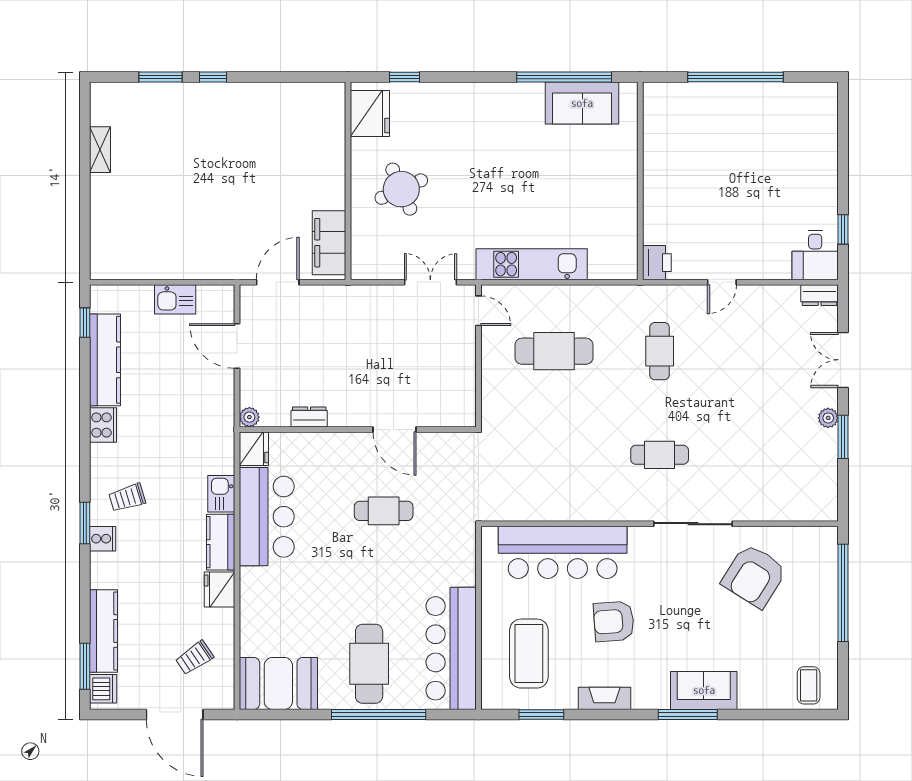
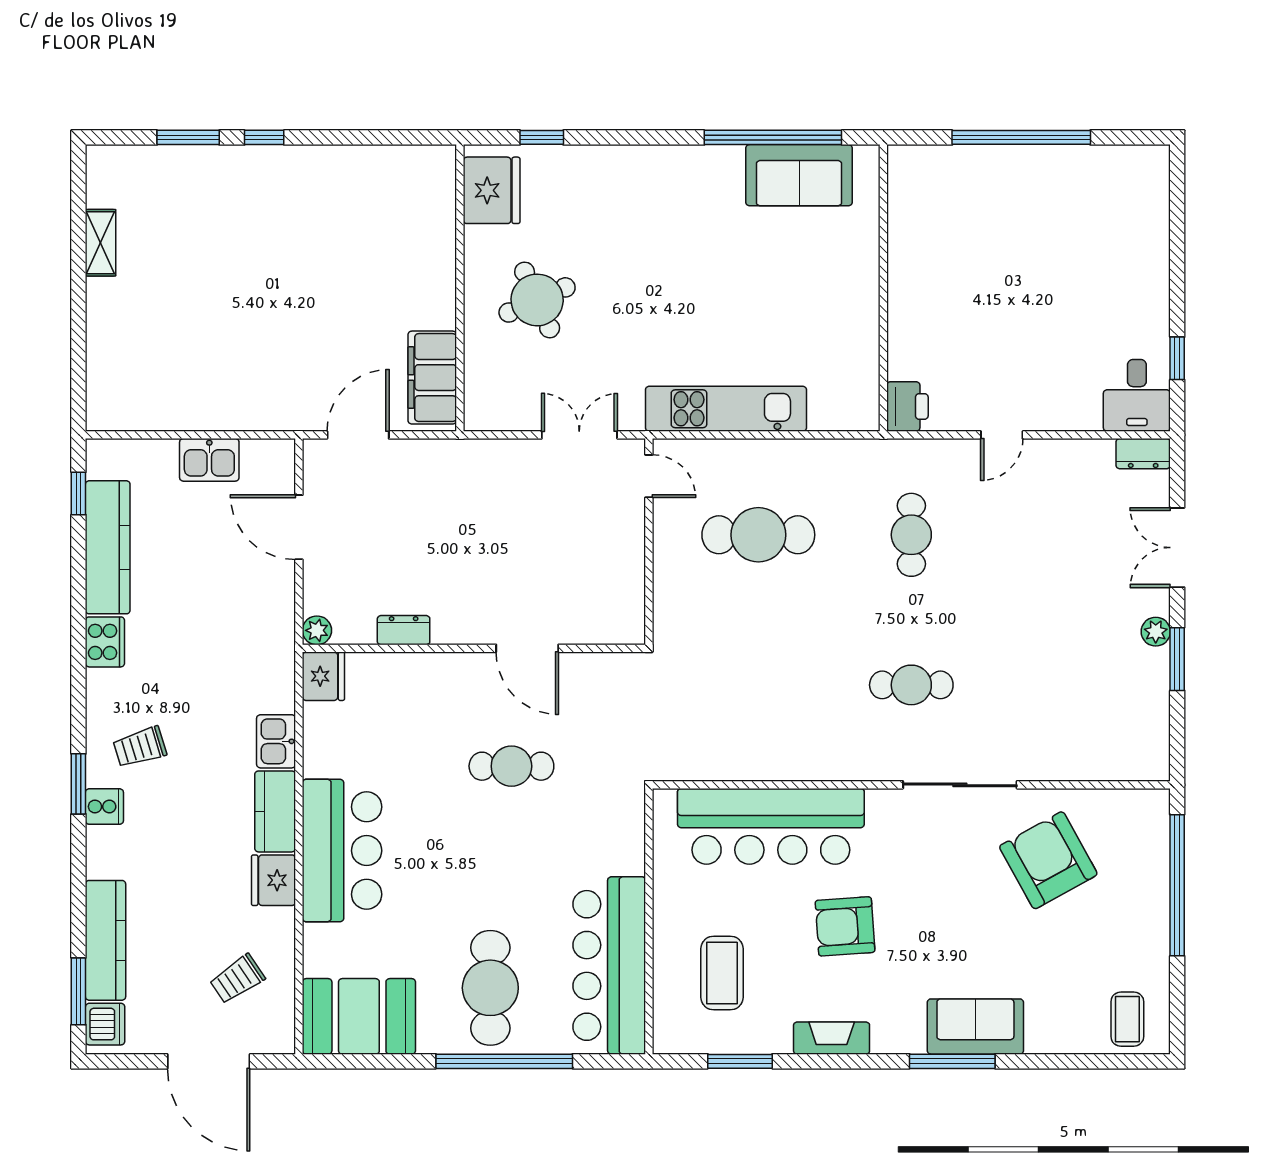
bar counter: (267, 517) -> (342, 851), moved
armchair: (754, 576) -> (1048, 860), turned 119
coffee table: (529, 654) -> (722, 973), width x0.73, depth x0.76

